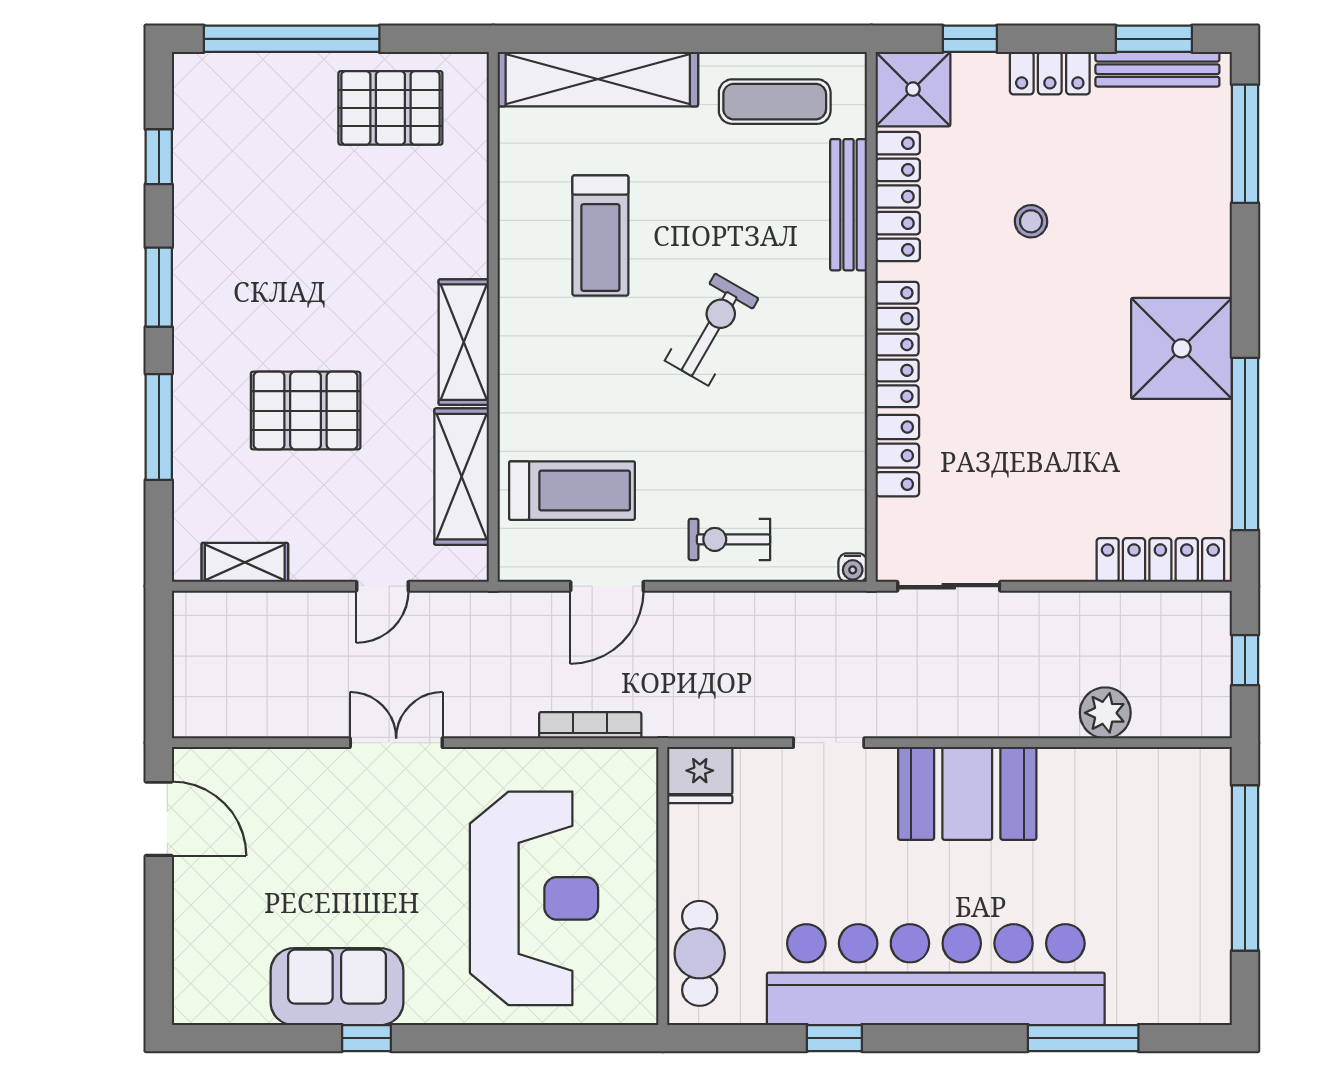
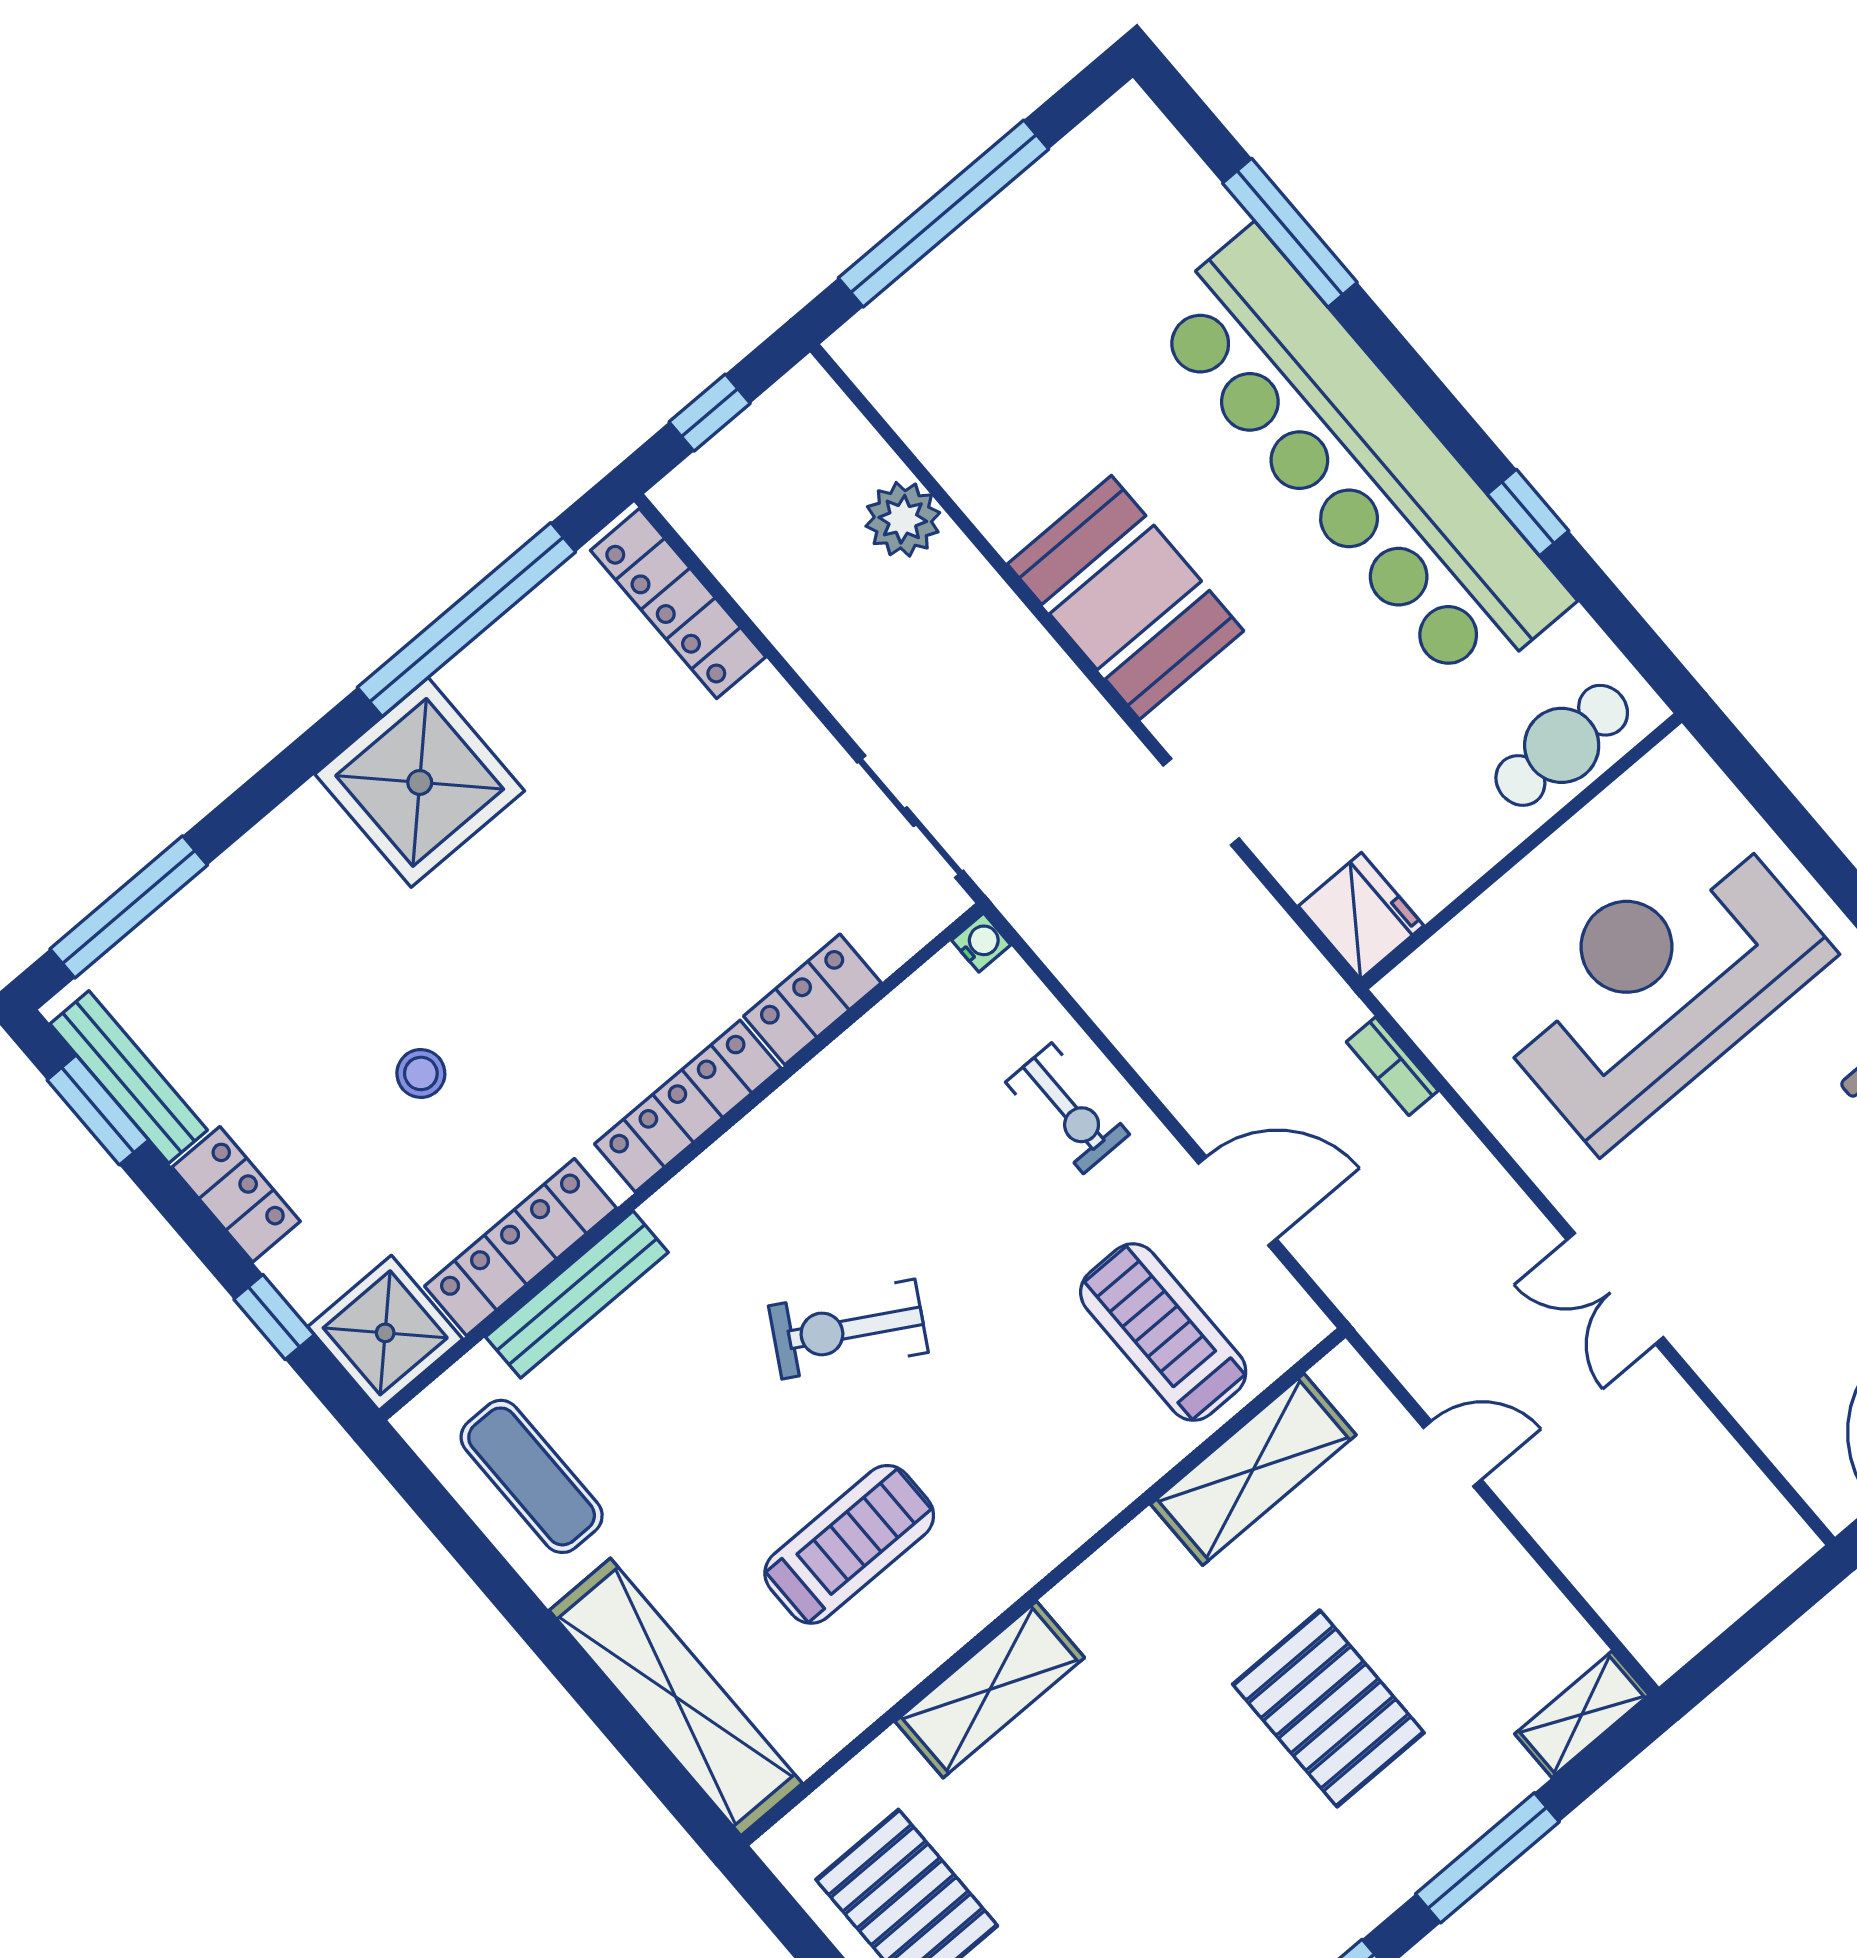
shelving: (464, 342) -> (990, 1690), moved
shelving: (245, 562) -> (1582, 1714), moved, turned 90
bookcase: (590, 725) -> (1392, 1066), width x0.64

